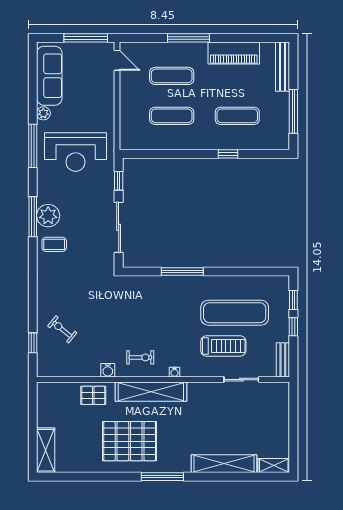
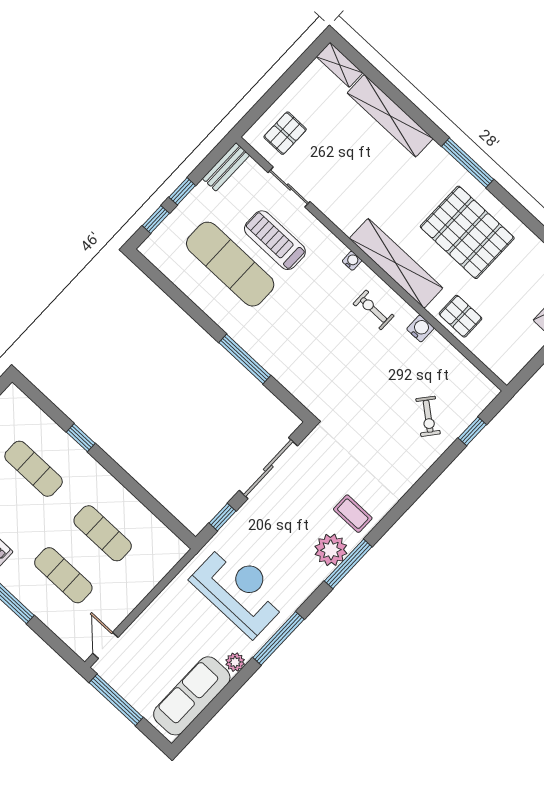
pallet: (269, 405) -> (285, 133), added

